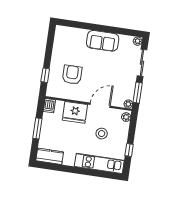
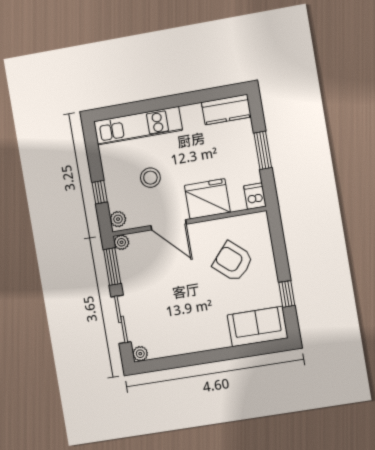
sofa: (103, 41) -> (258, 326), moved
window: (45, 75) -> (287, 294), moved
armchair: (72, 75) -> (233, 262), turned 131
door: (100, 105) -> (169, 225), hinge flipped
window: (129, 150) -> (100, 192), moved

